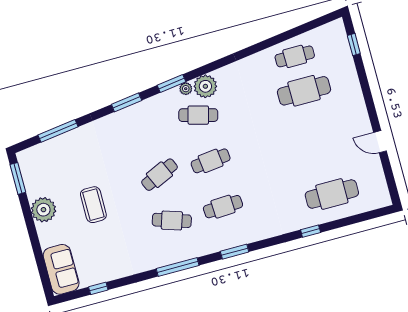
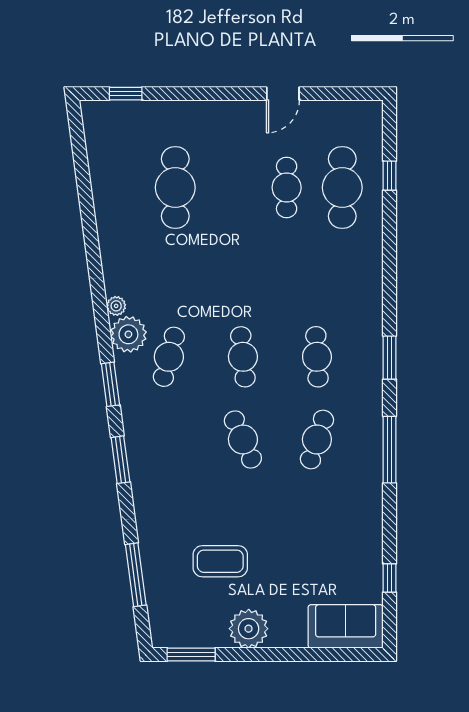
cafe table: (295, 56) -> (287, 188), moved
plant: (186, 89) -> (116, 306), moved
coffee table: (93, 205) -> (220, 561), moved
window: (311, 231) -> (390, 176), moved

